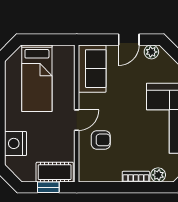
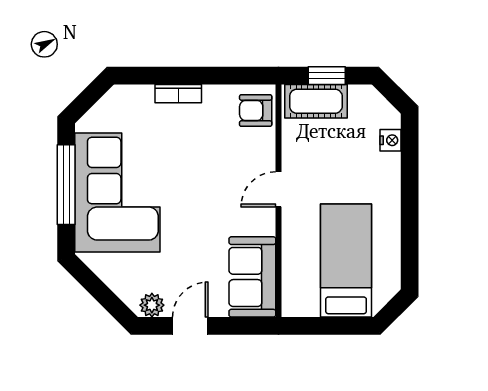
armchair: (101, 140) -> (256, 111), moved
nightstand: (15, 143) -> (391, 140), width x0.53, depth x0.56
plant: (158, 175) -> (141, 97), removed

